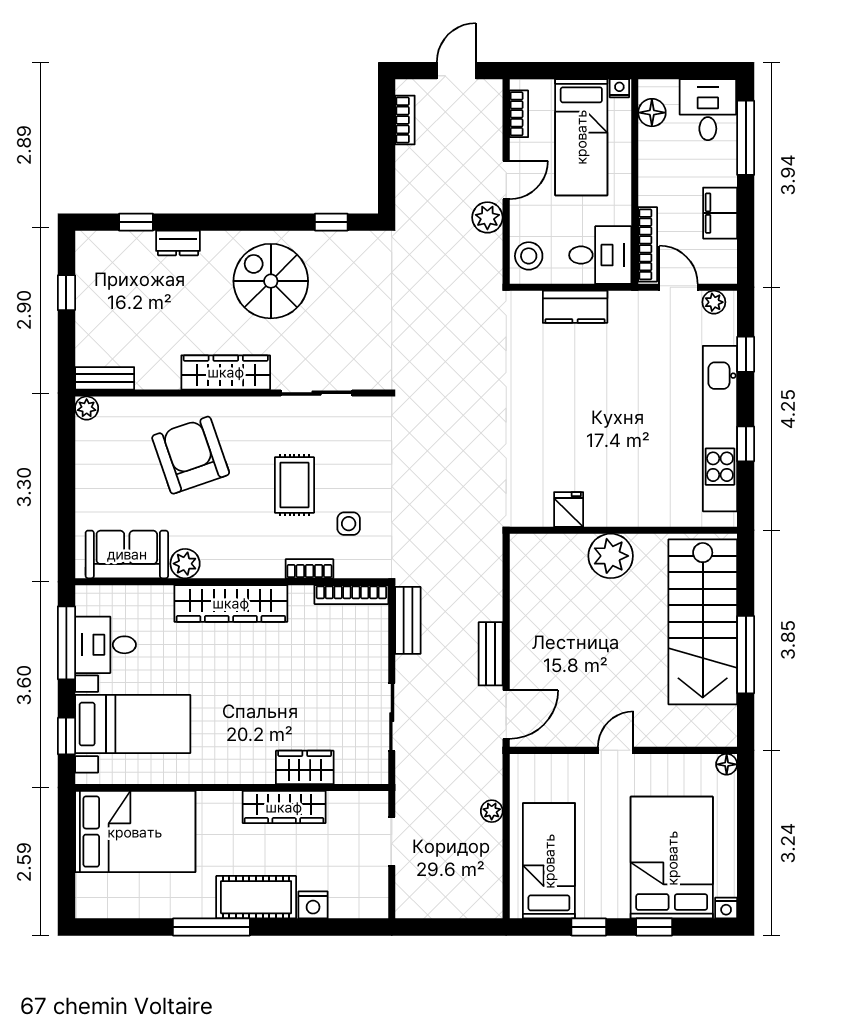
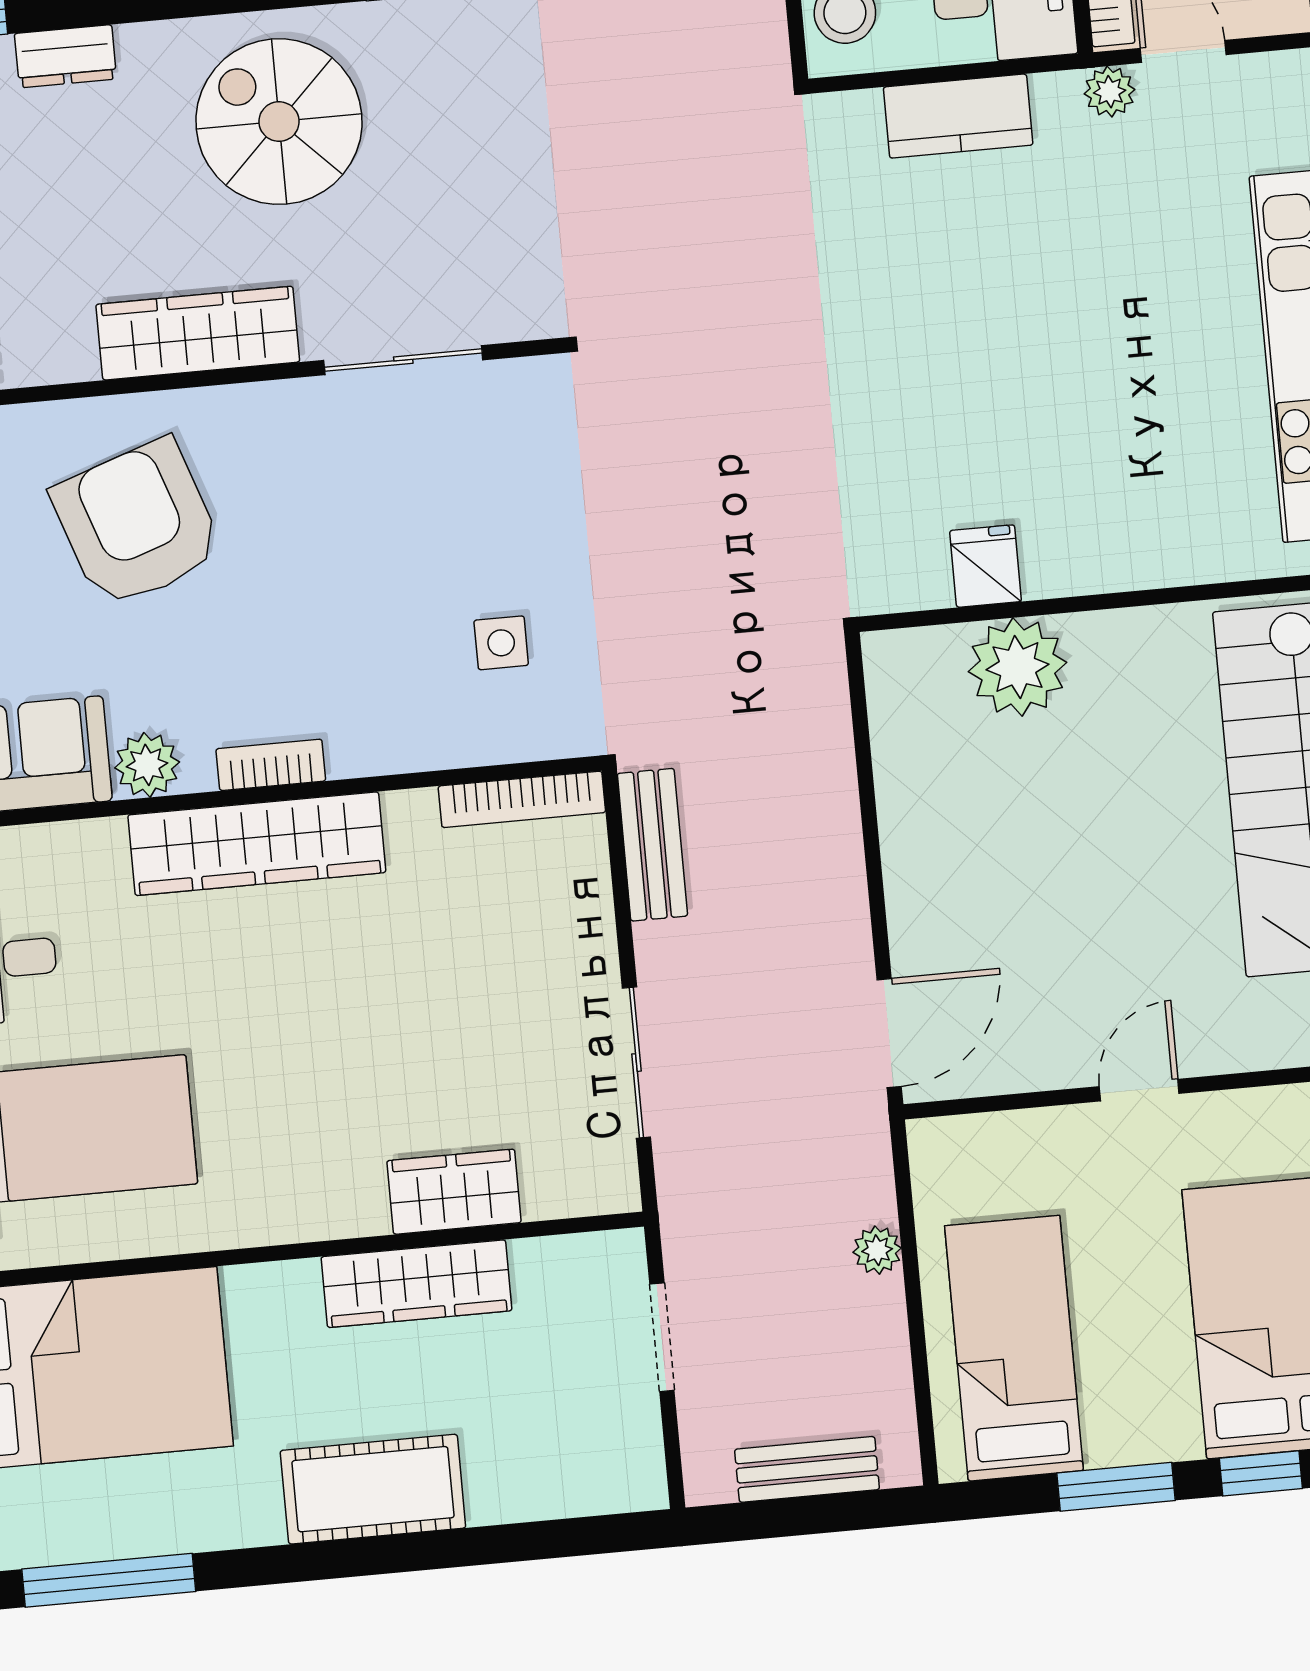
plant: (714, 302) -> (1110, 92), moved
rug: (294, 485) -> (373, 568), removed
plant: (611, 556) -> (1017, 667), moved
bookcase: (309, 569) -> (271, 765), moved
bench: (491, 654) -> (807, 1469), moved, turned 90
nightstand: (313, 905) -> (501, 1495), removed
window: (211, 927) -> (109, 1580), moved
window: (589, 927) -> (1116, 1487), width x1.50

